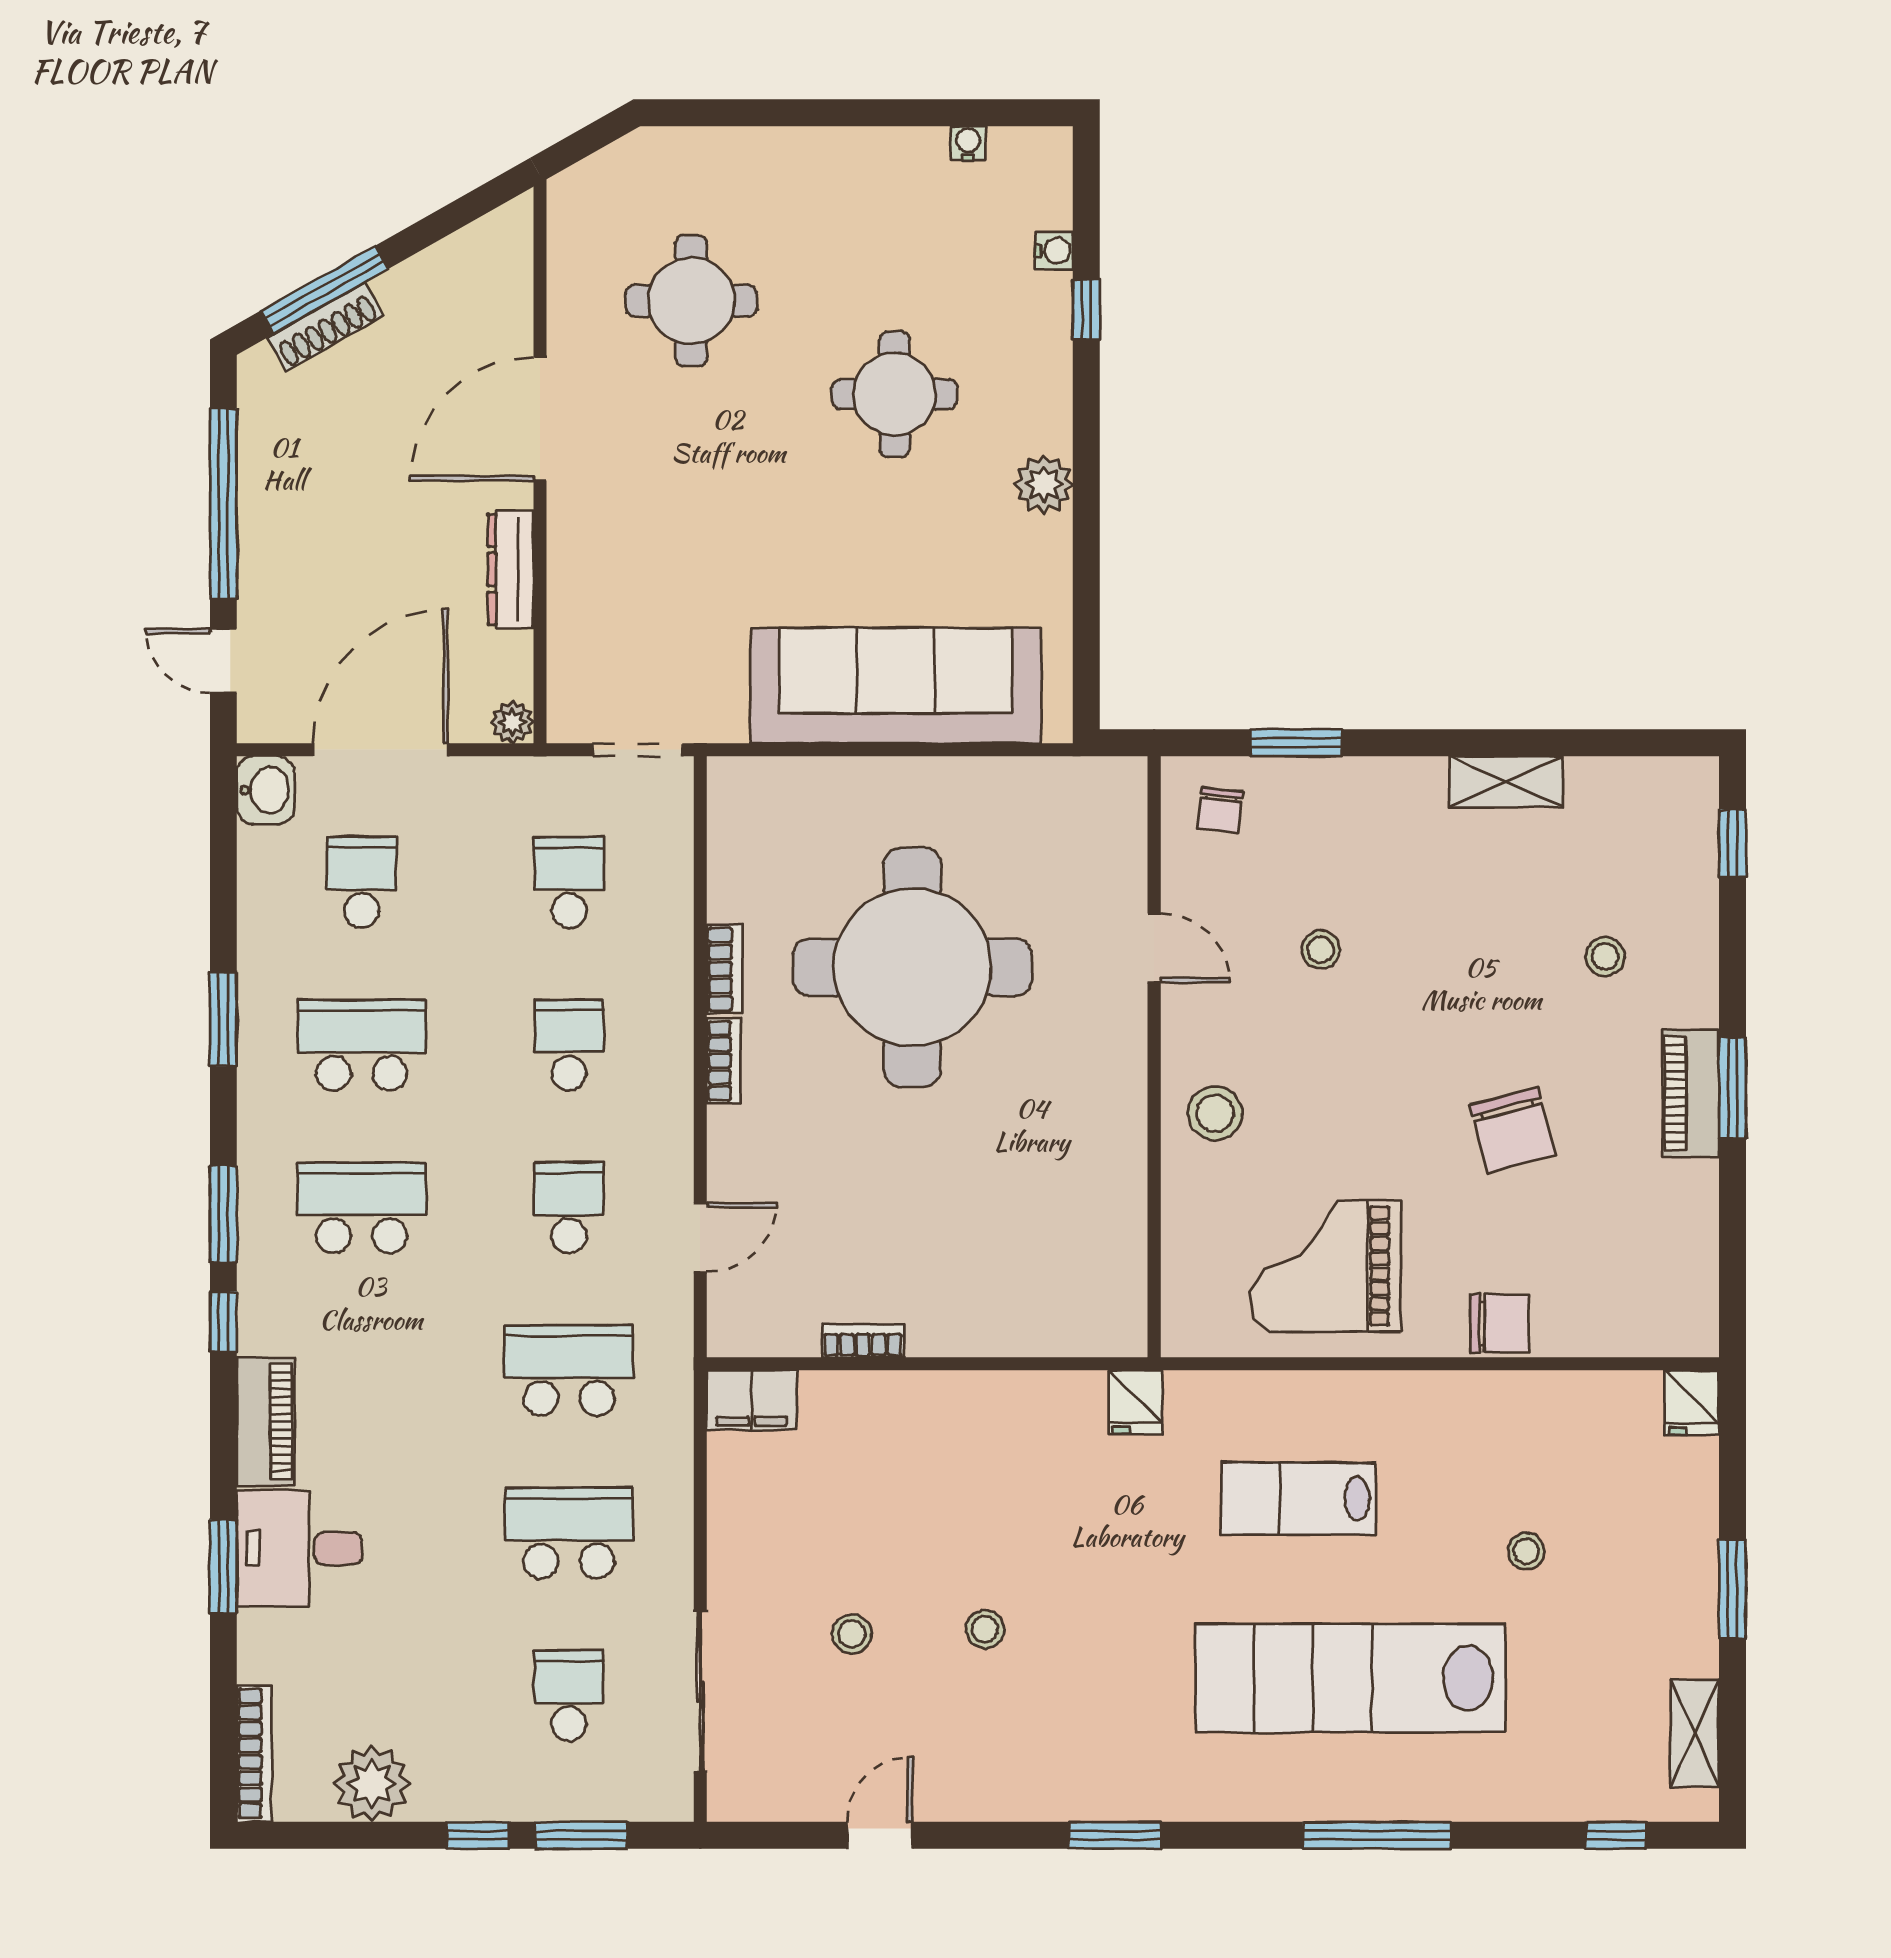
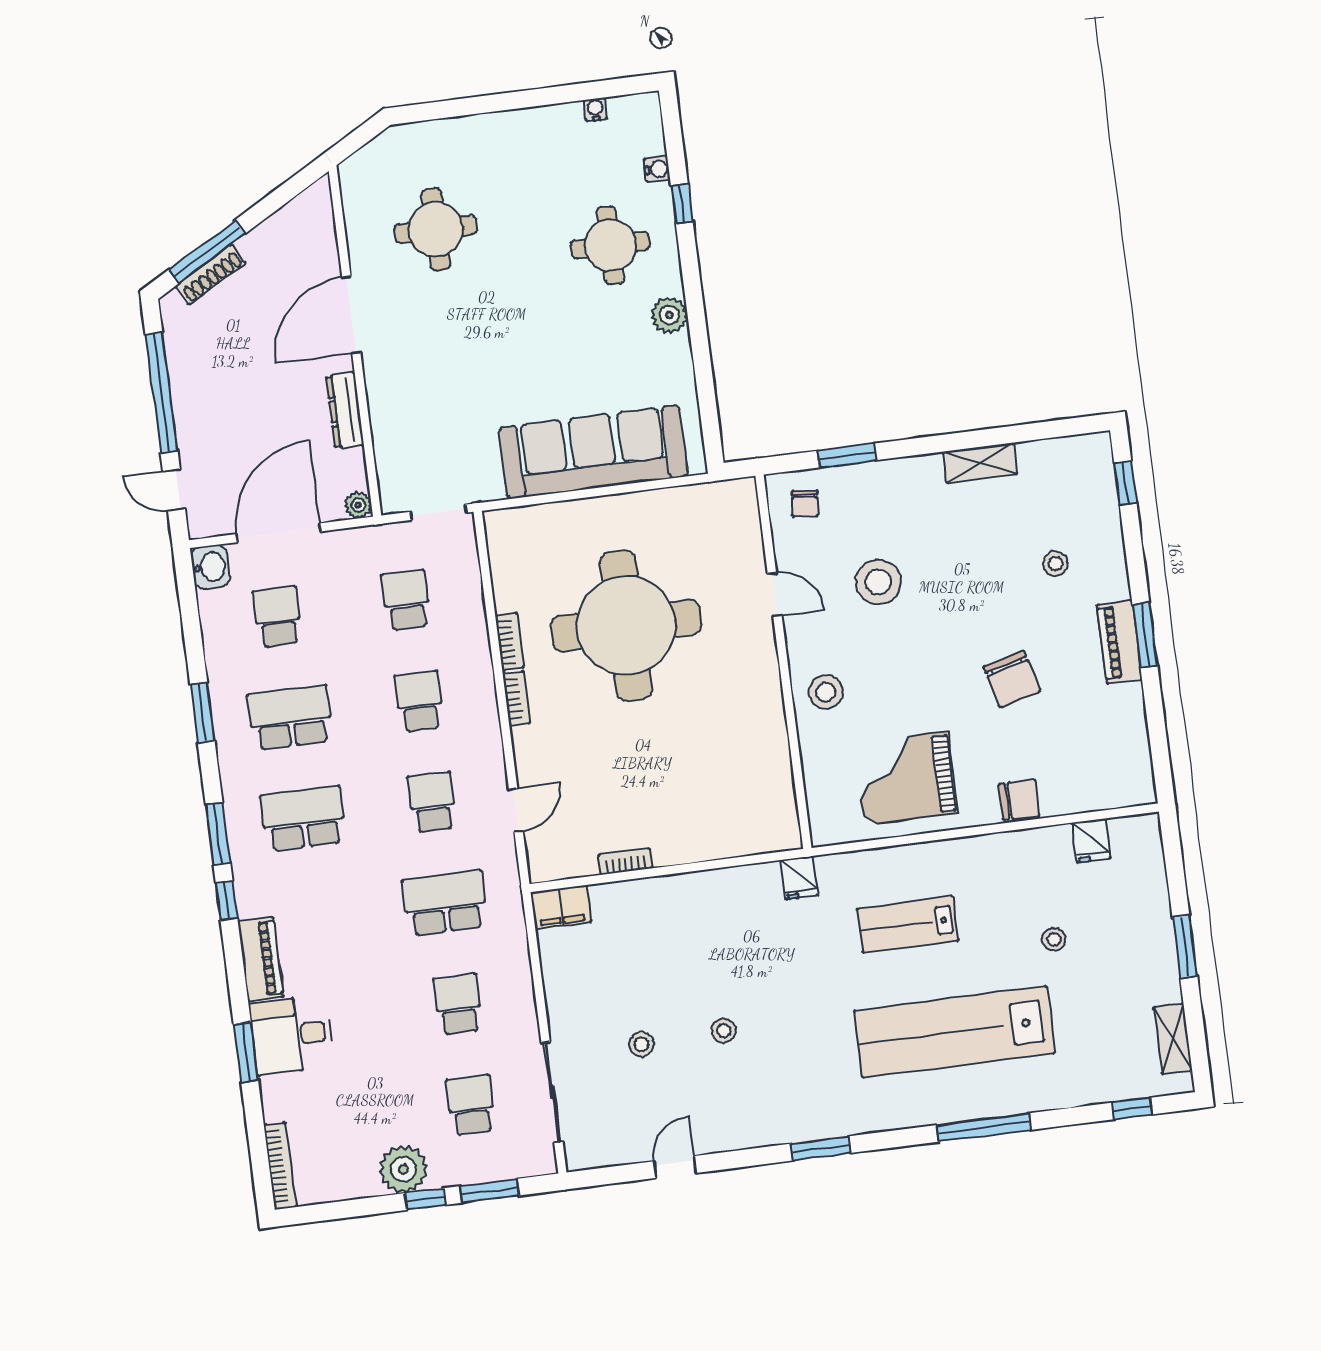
round table: (895, 394) -> (610, 245), moved
stool: (1321, 950) -> (878, 582), width x1.89, depth x1.89
fridge: (1692, 1403) -> (1091, 841), moved
school desk: (569, 1533) -> (458, 1004), width x0.54
plant: (372, 1784) -> (403, 1169), moved

